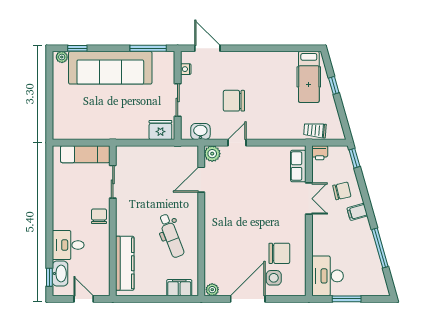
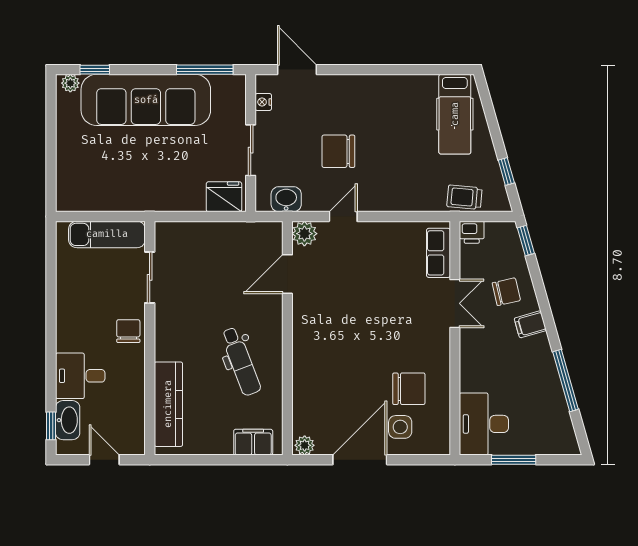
window: (334, 85) -> (506, 171), moved

